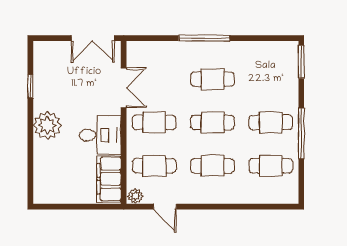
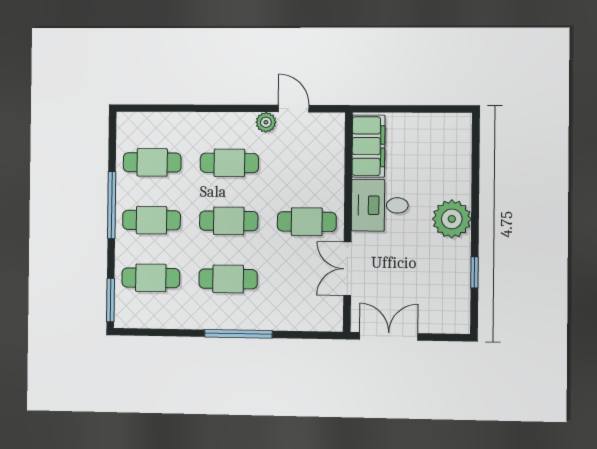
cafe table: (154, 166) -> (151, 278), moved
plant: (135, 196) -> (266, 122), moved

